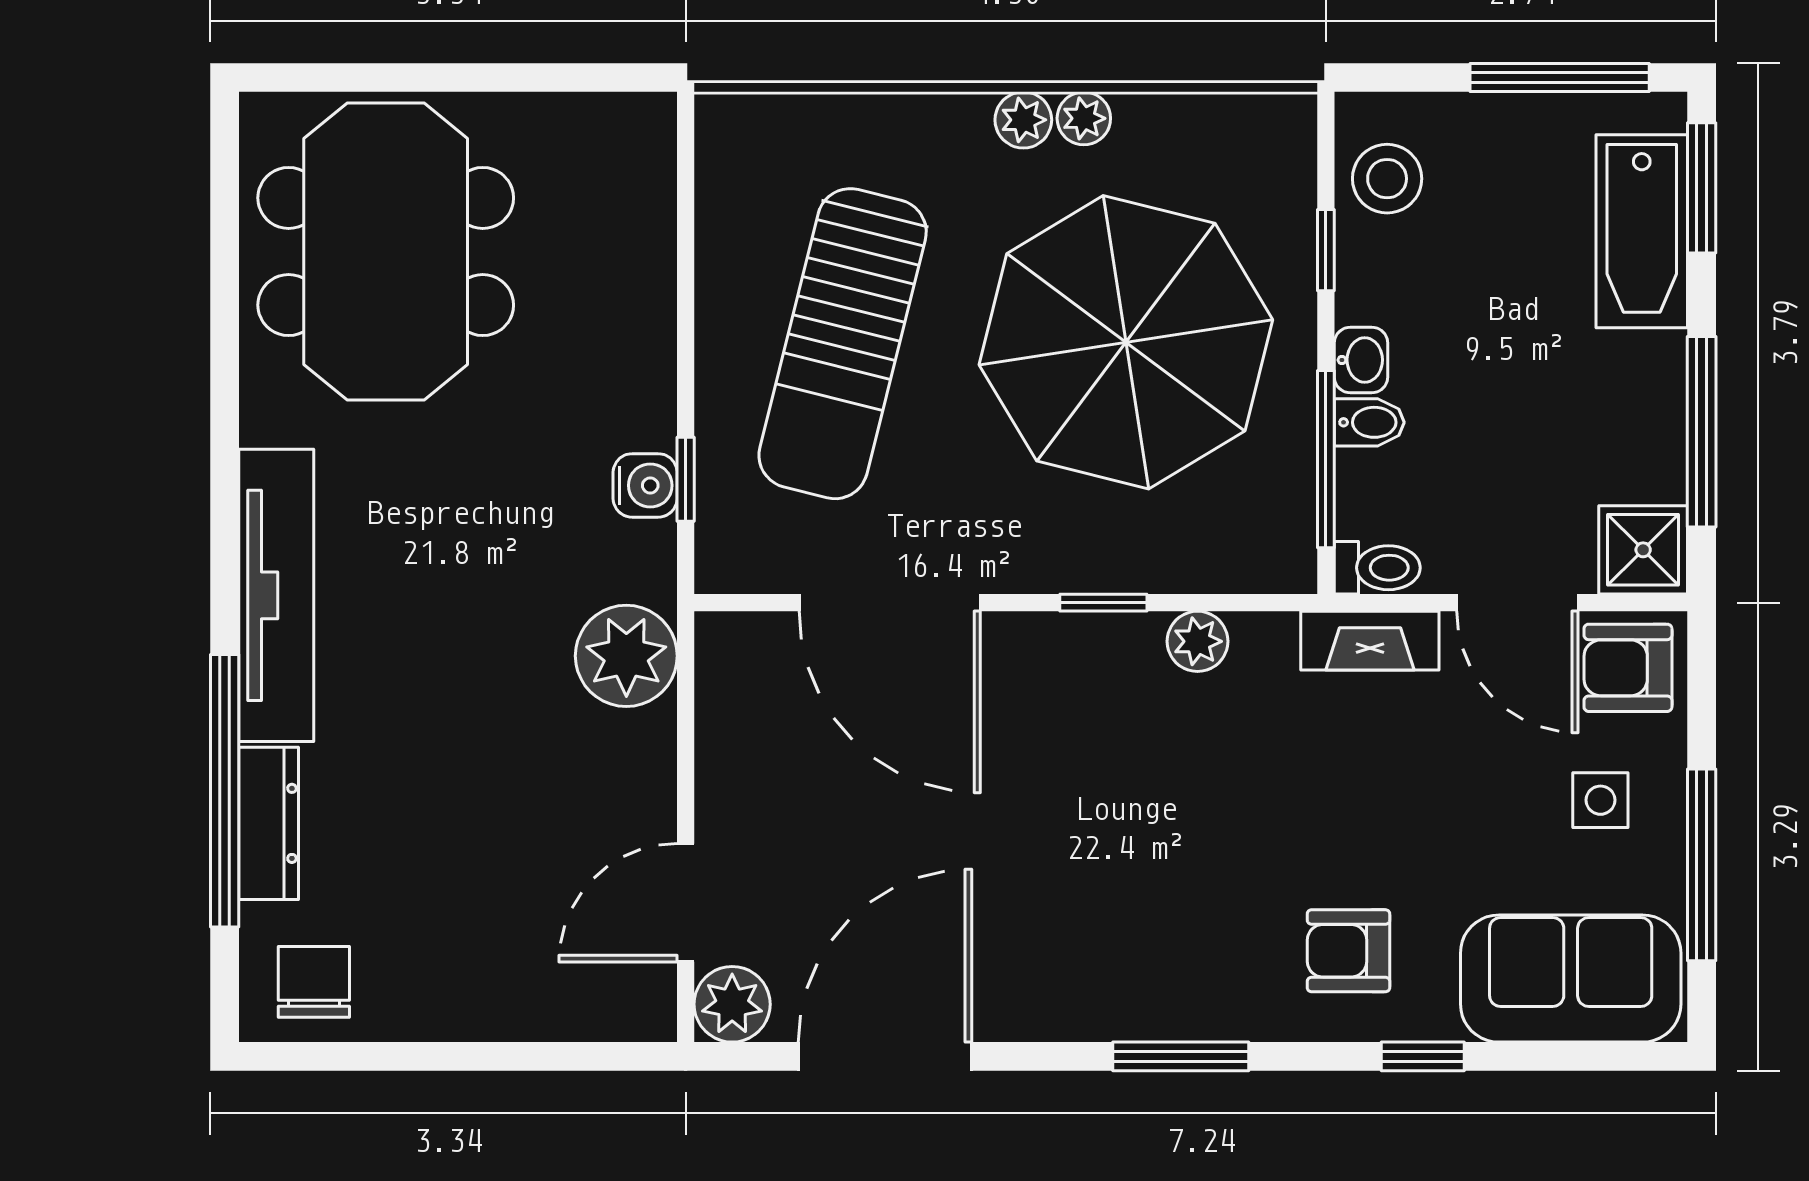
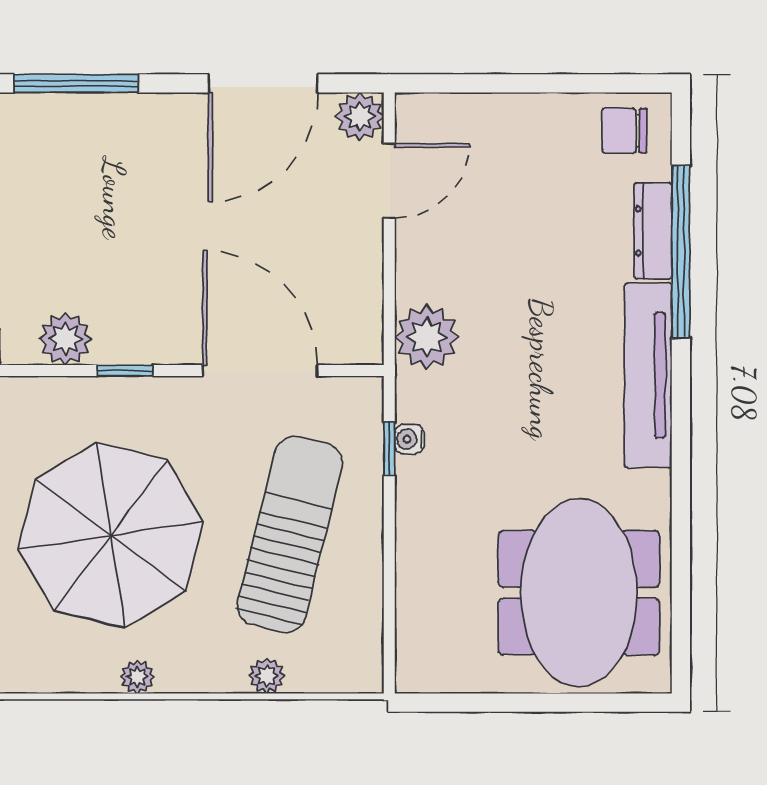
plant: (1023, 120) -> (267, 676), moved
water cooler: (645, 485) -> (409, 439), width x0.72, depth x0.72
plant: (1197, 641) -> (65, 339), width x1.38, depth x1.38
chair: (314, 982) -> (624, 131), turned 90
window: (1181, 1056) -> (76, 83), width x1.44

